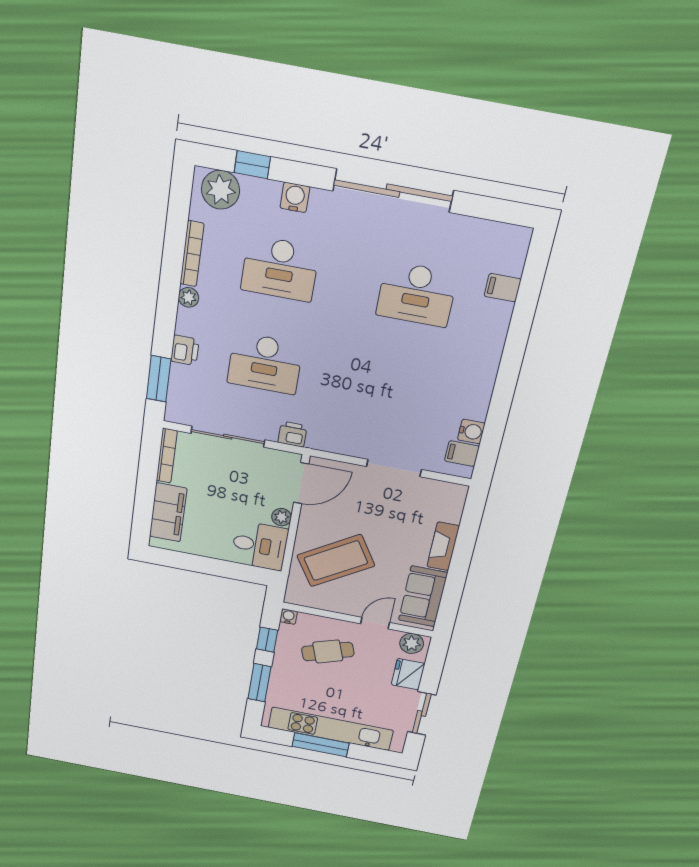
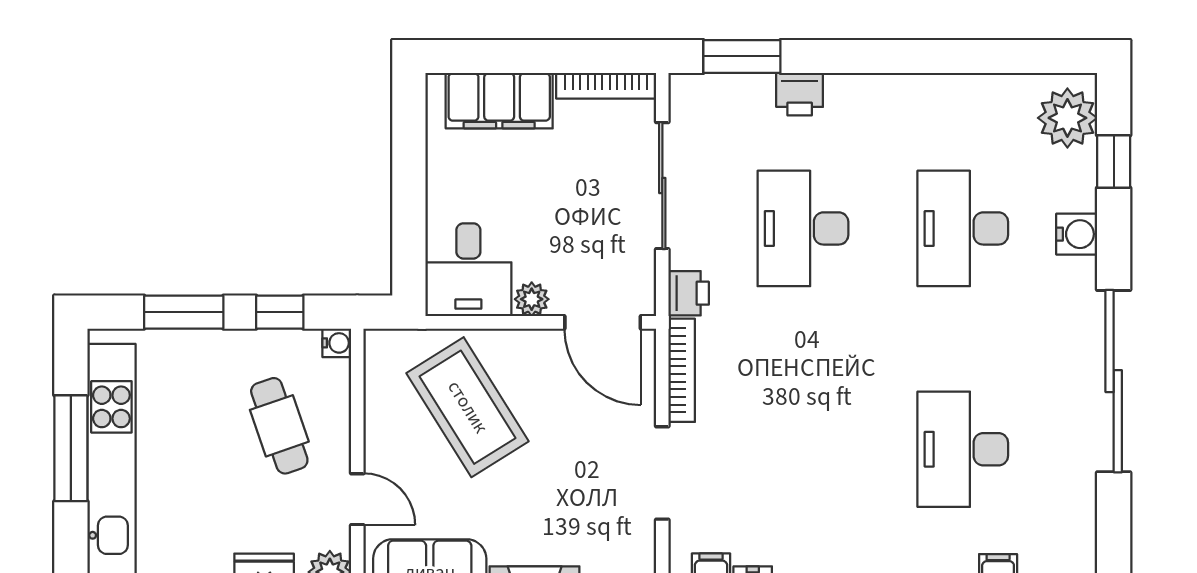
bookcase: (192, 254) -> (682, 370), moved, turned -90
plant: (189, 297) -> (889, 89), removed

